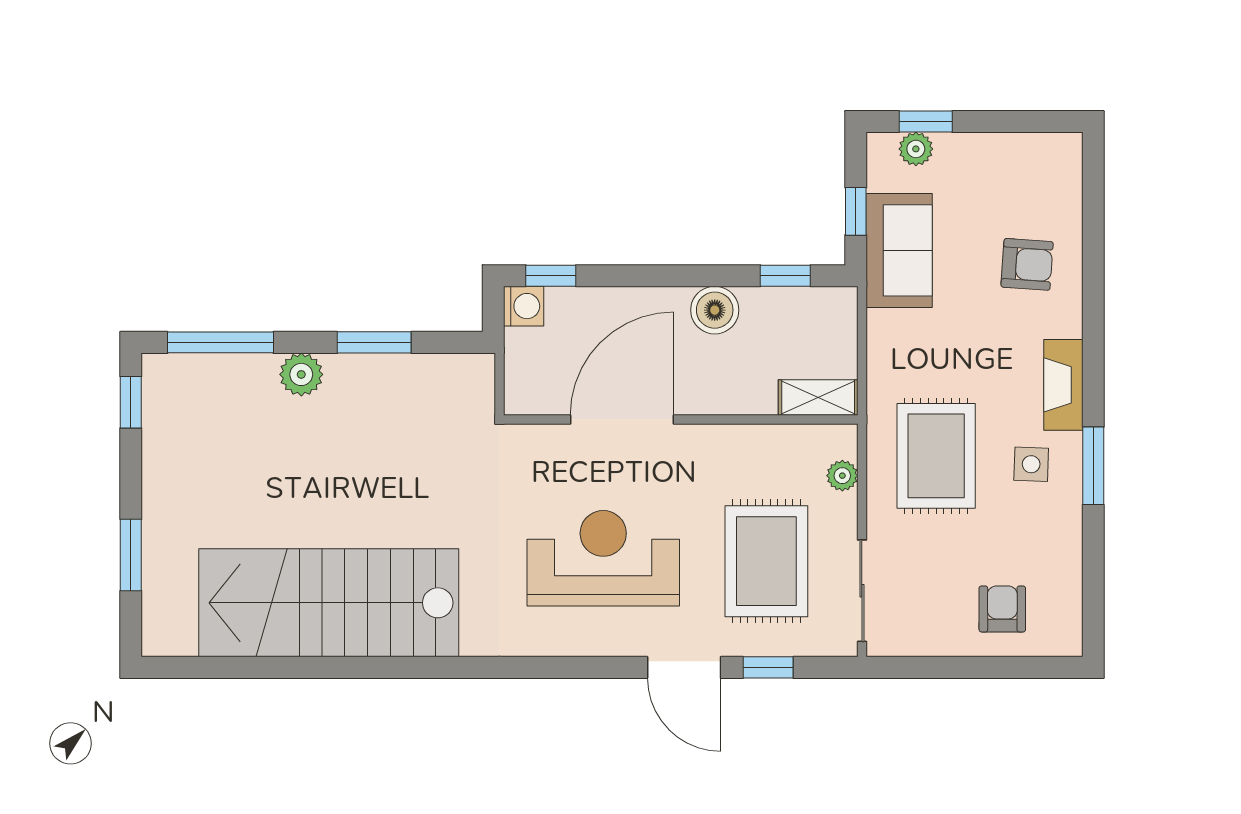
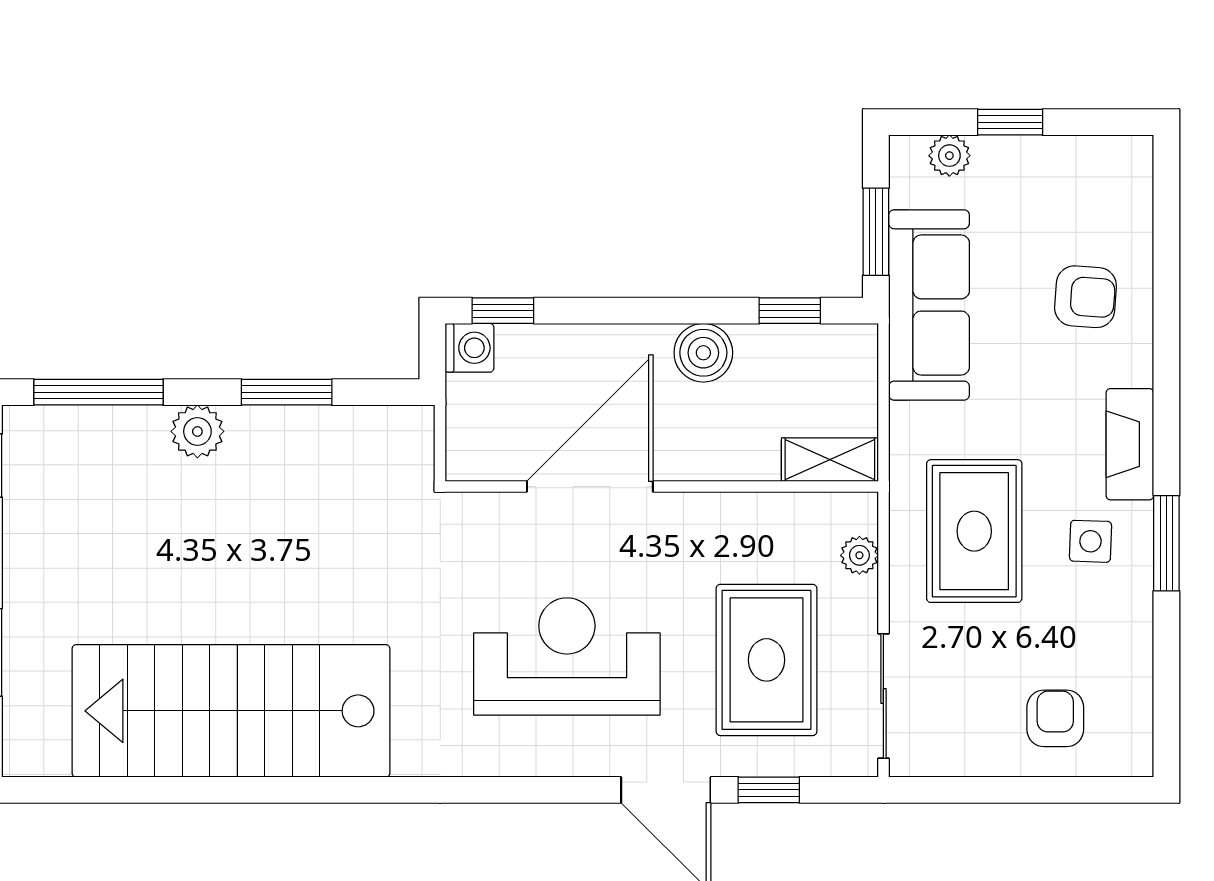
window: (926, 122) -> (1010, 122), moved
window: (856, 211) -> (876, 232), width x1.50
sofa: (899, 250) -> (929, 305), width x1.36

